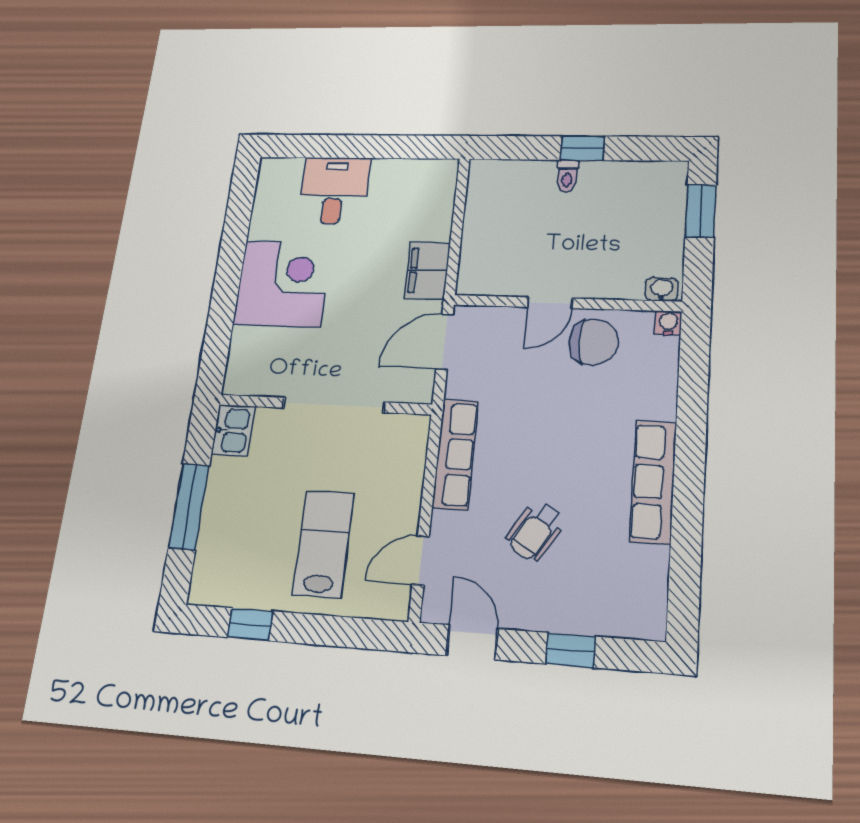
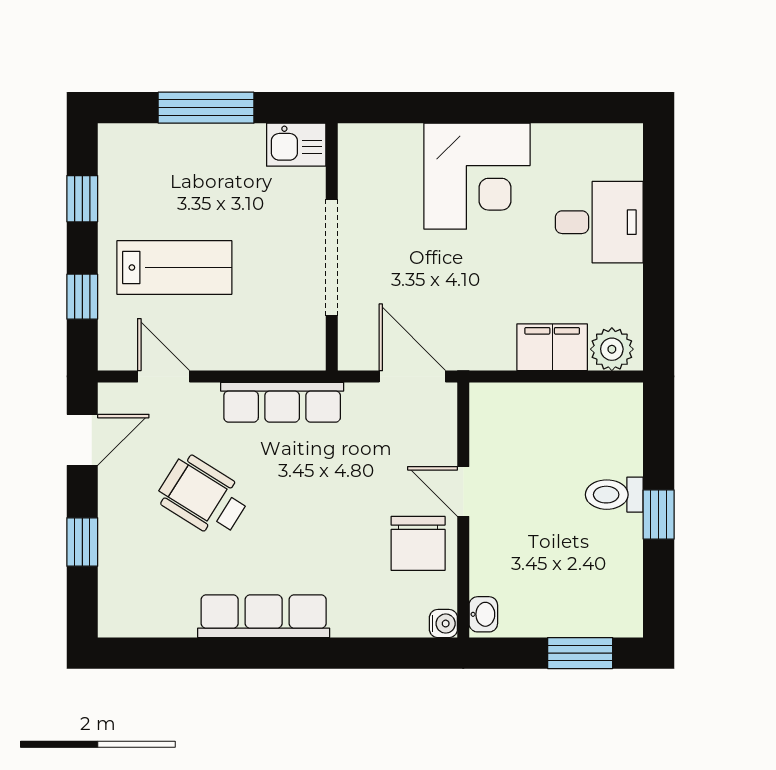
toilet: (567, 176) -> (614, 495), width x1.37, depth x1.39
plant: (439, 182) -> (612, 349), added
filing cabinet: (427, 271) -> (552, 347), moved
wheelchair: (536, 531) -> (203, 496), width x1.36, depth x1.37
window: (338, 631) -> (82, 297), added

